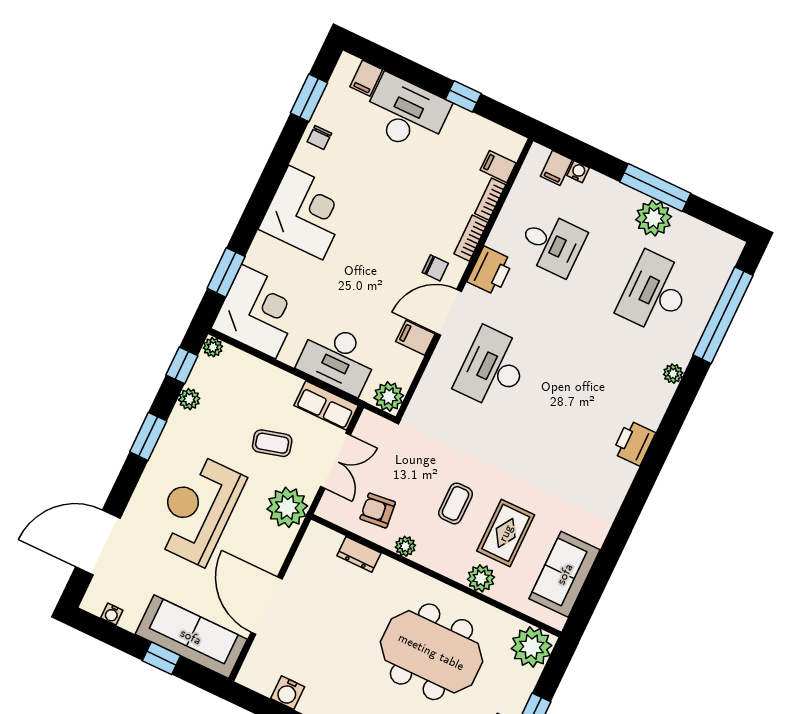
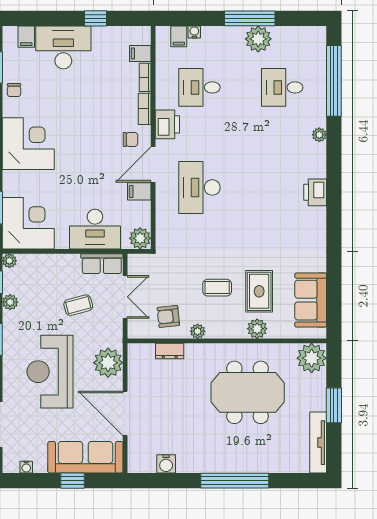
desk: (552, 244) -> (200, 87), turned 180
desk: (655, 293) -> (282, 87), width x0.73
coffee table: (456, 503) -> (217, 288), turned 90
plant: (287, 507) -> (108, 363), moved

